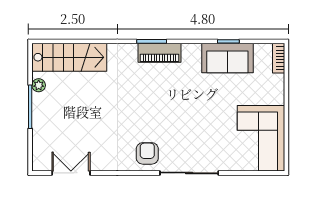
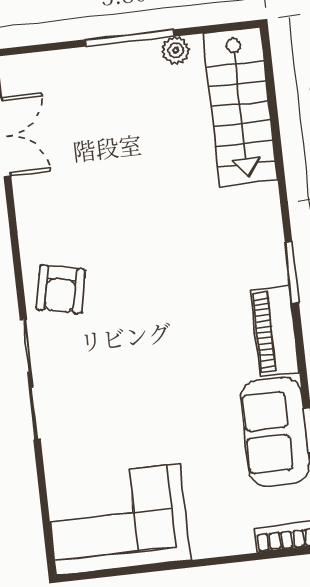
piano: (160, 53) -> (275, 331), moved
armchair: (147, 153) -> (61, 289), turned 102

